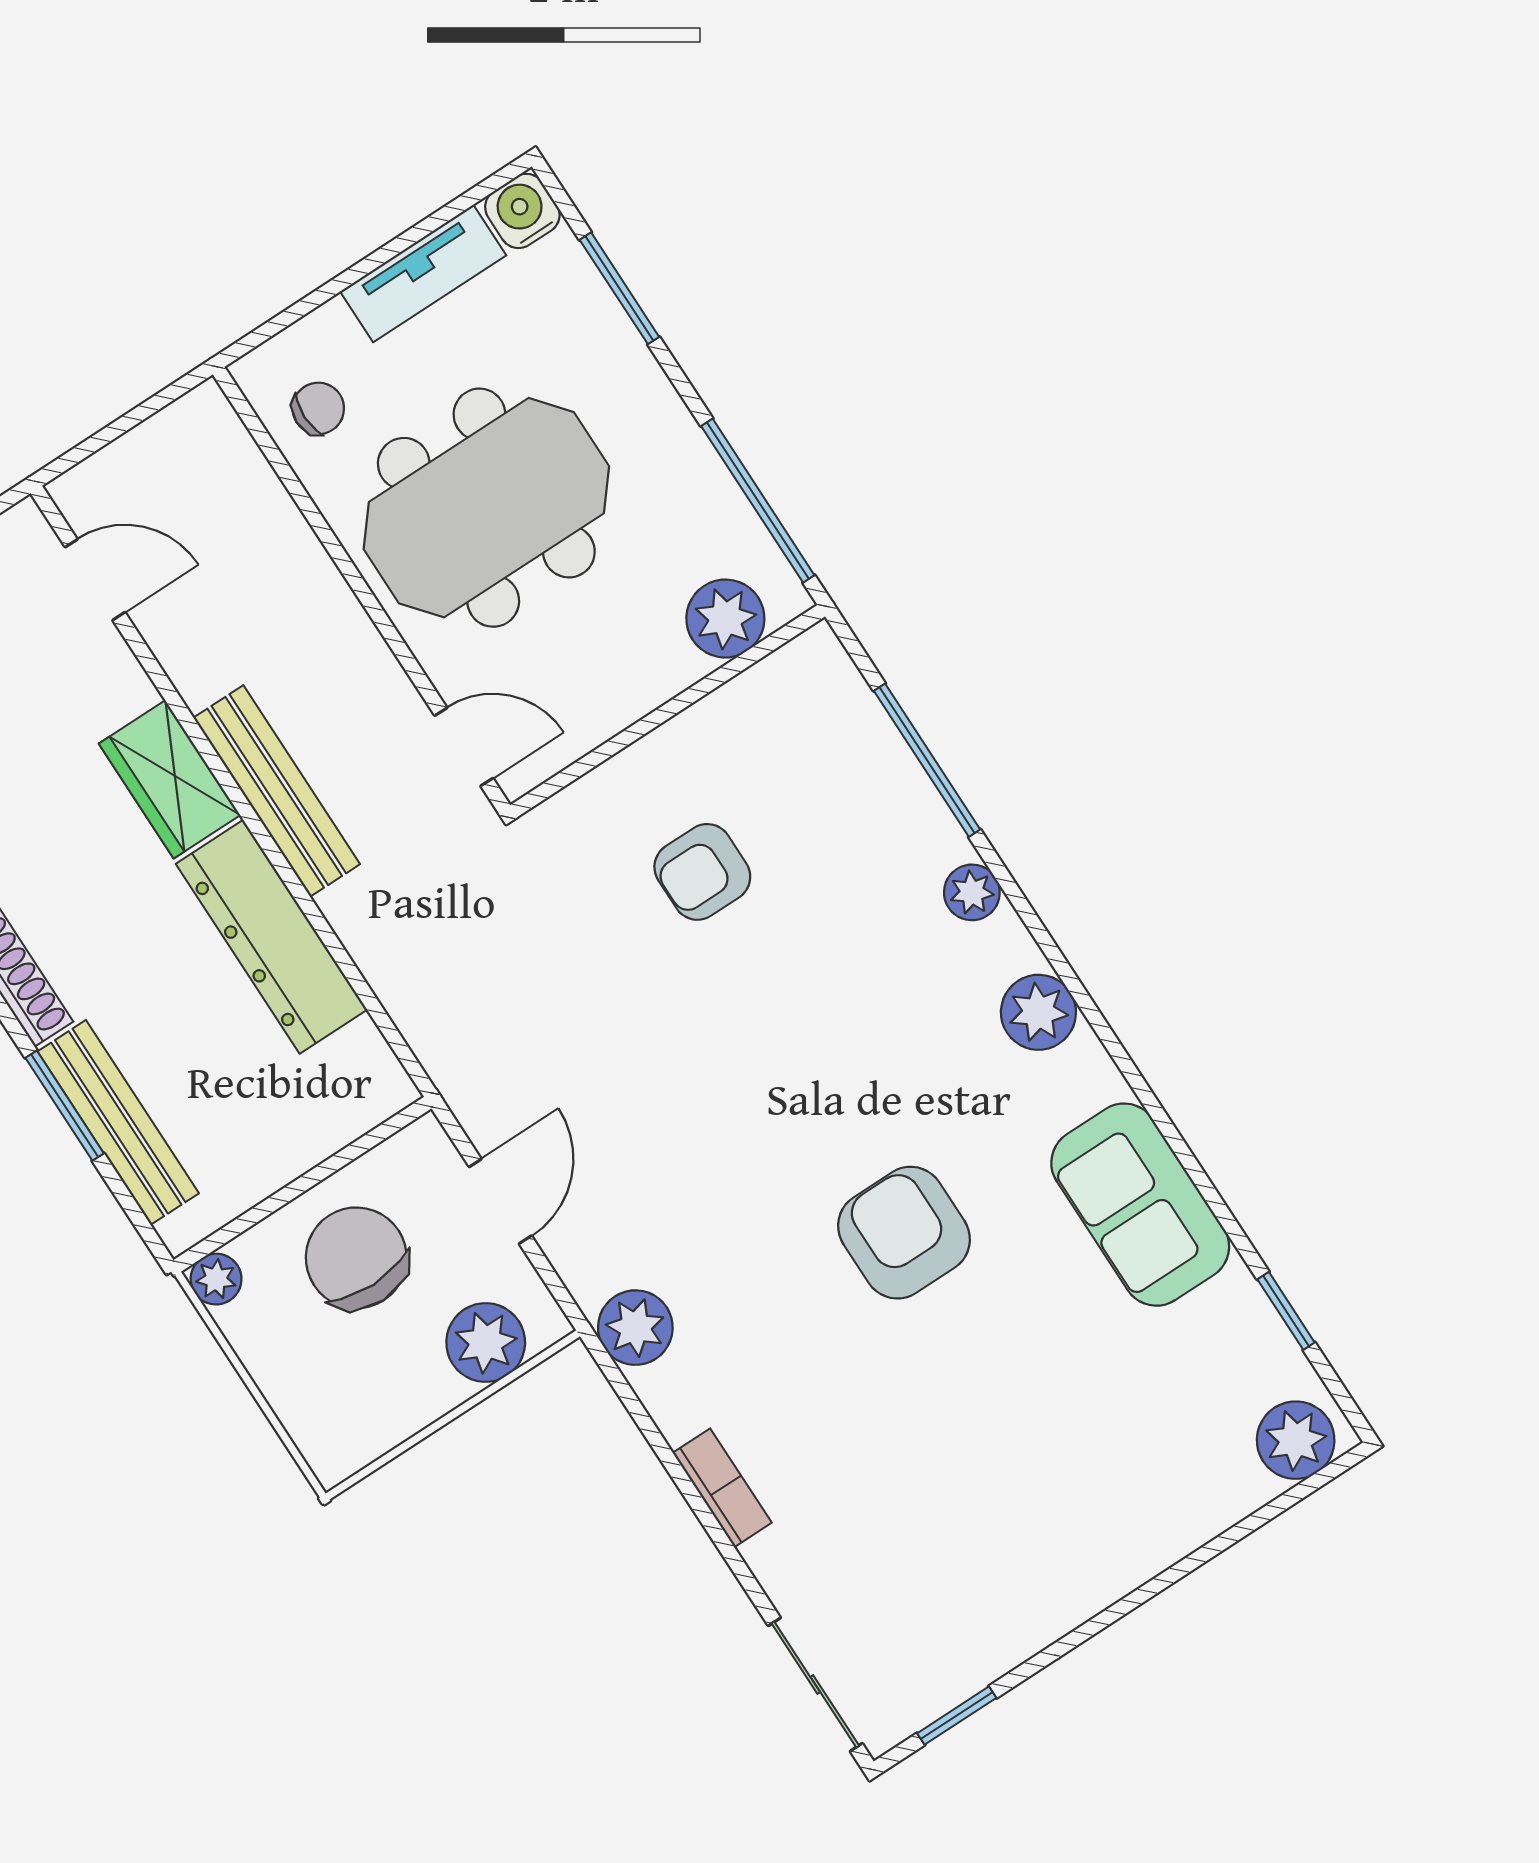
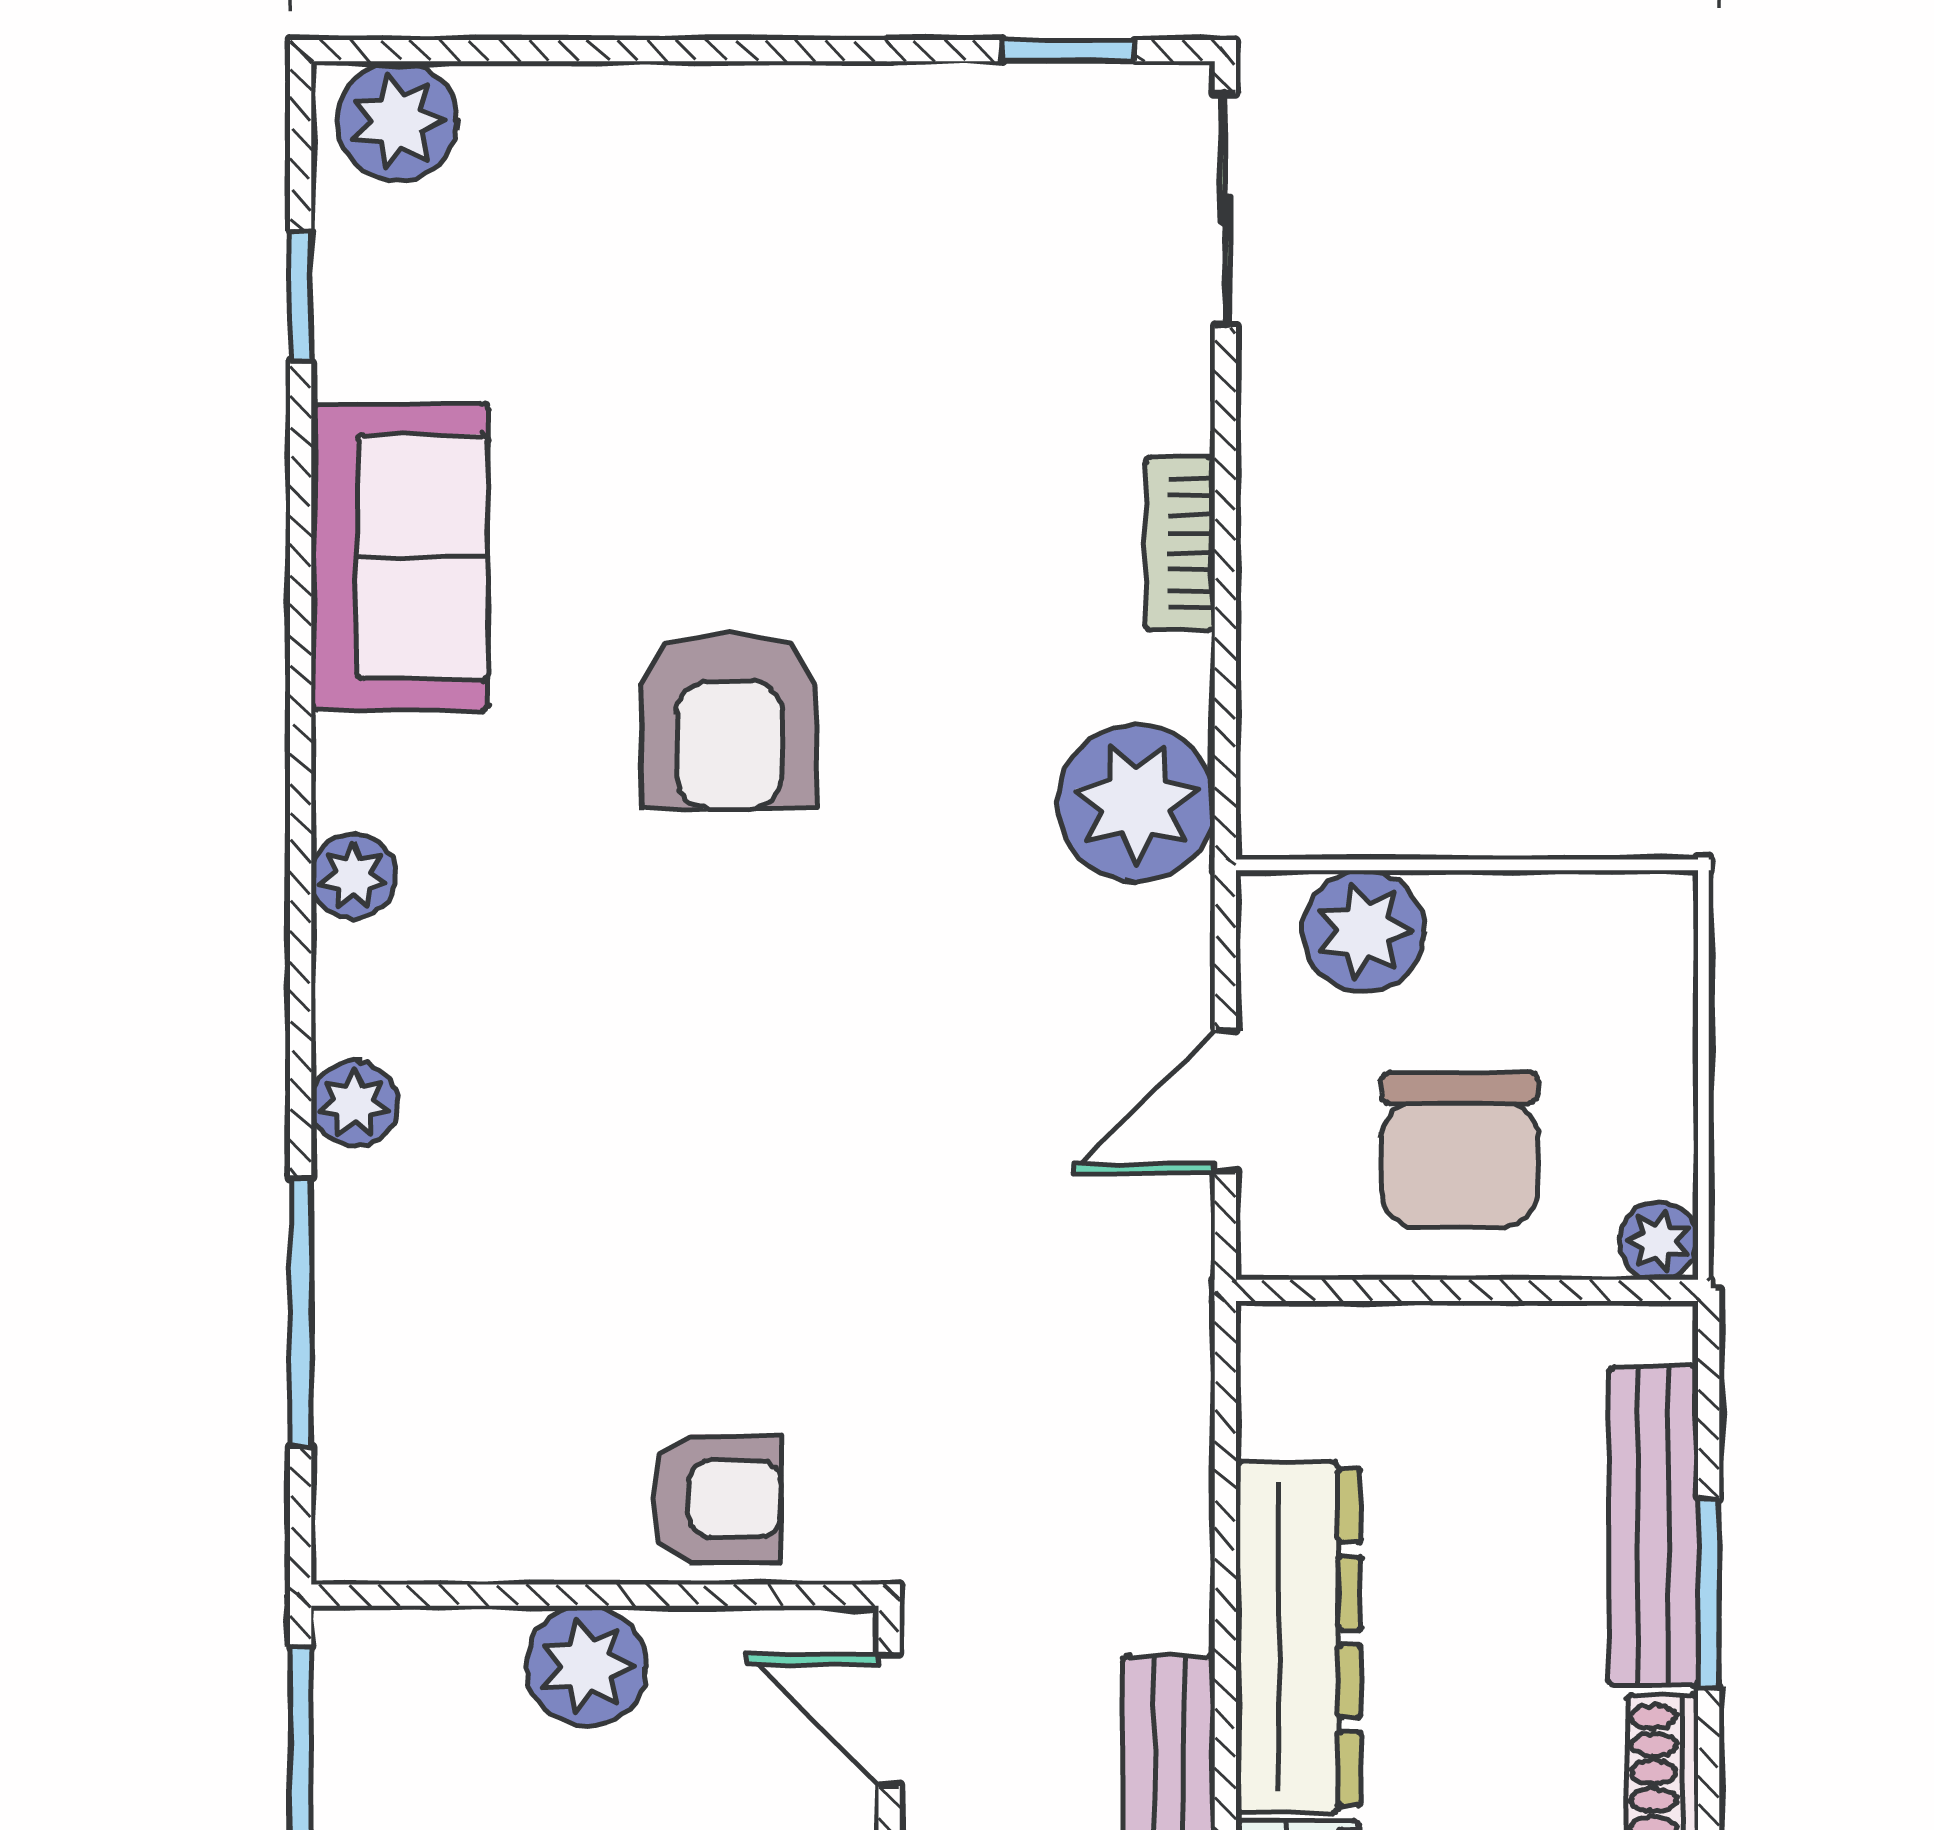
plant: (725, 619) -> (587, 1666), moved
armchair: (702, 872) -> (717, 1498), moved
plant: (1038, 1012) -> (353, 876), width x0.73, depth x0.73
plant: (635, 1328) -> (1136, 803), width x1.36, depth x1.36

